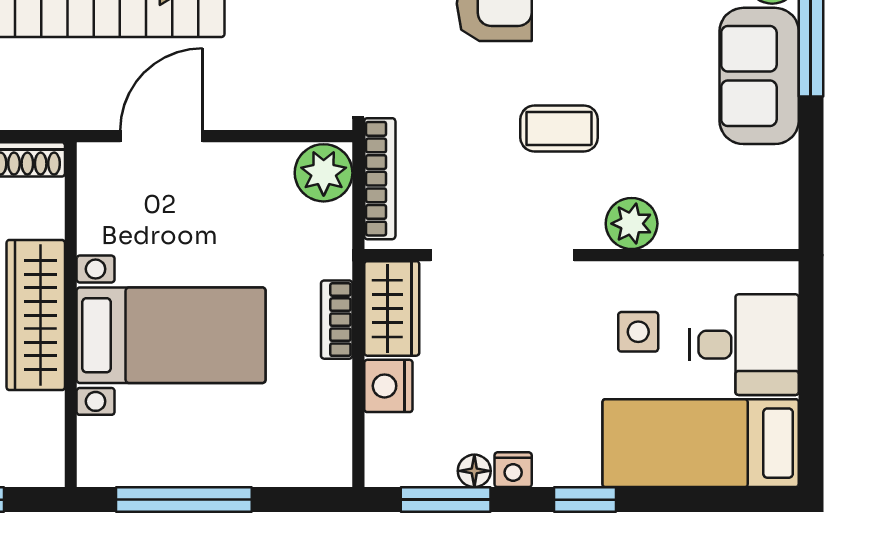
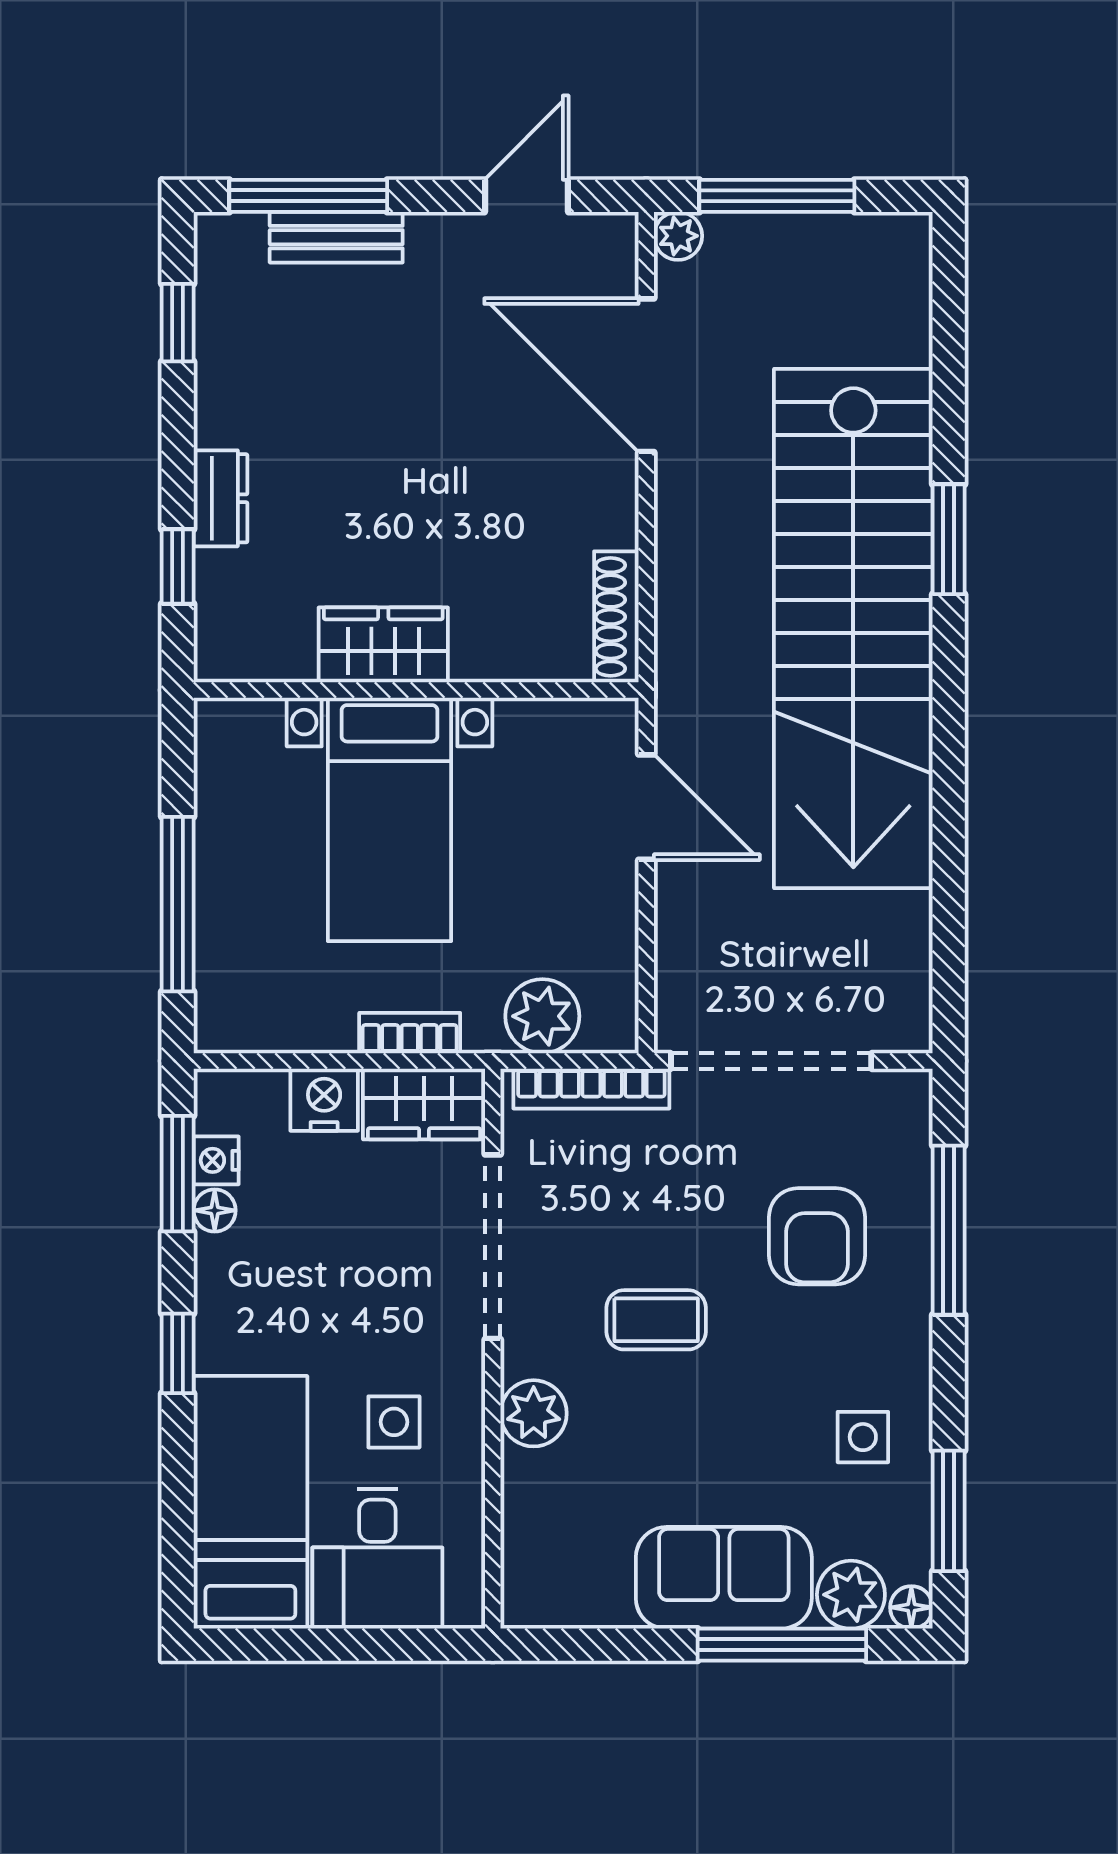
coffee table: (559, 128) -> (656, 1320), turned 90
plant: (324, 173) -> (542, 1016), moved
wardrobe: (36, 315) -> (383, 645), width x0.67
nightstand: (513, 470) -> (216, 1160), moved
window: (184, 500) -> (178, 904), moved

